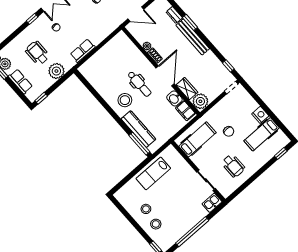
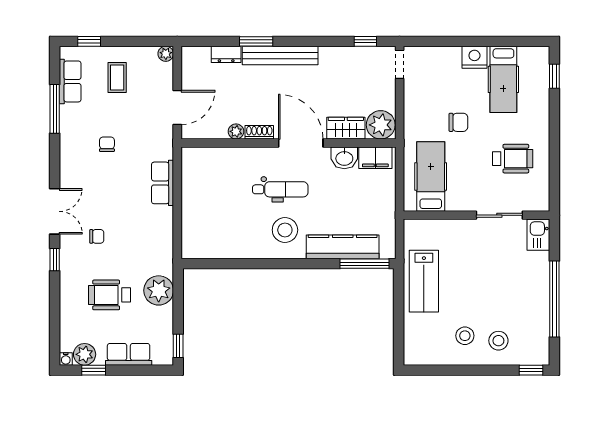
row of seats: (83, 51) -> (163, 183), moved

